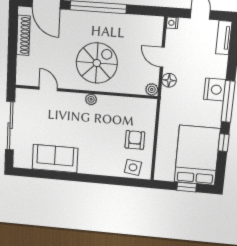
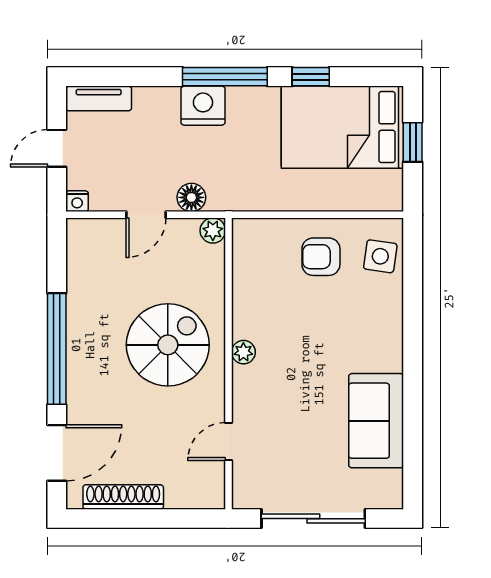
spiral stairs: (97, 63) -> (168, 345), turned 90

